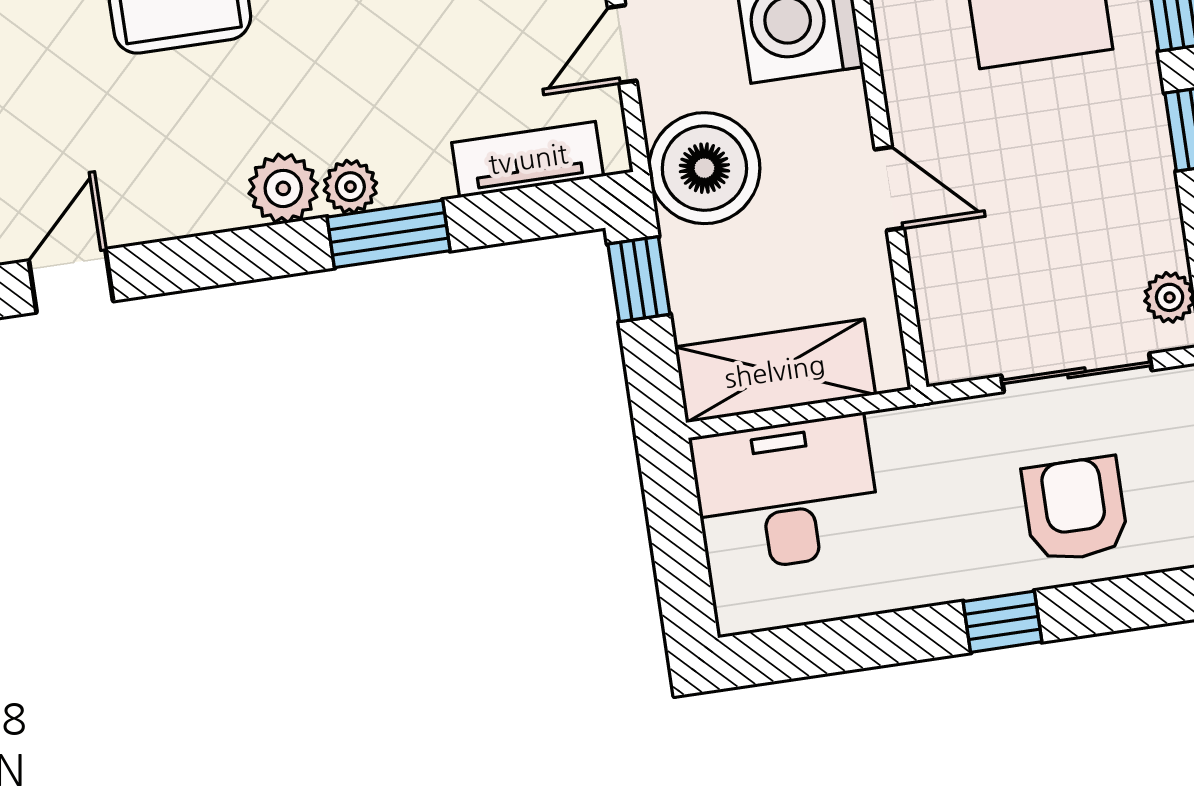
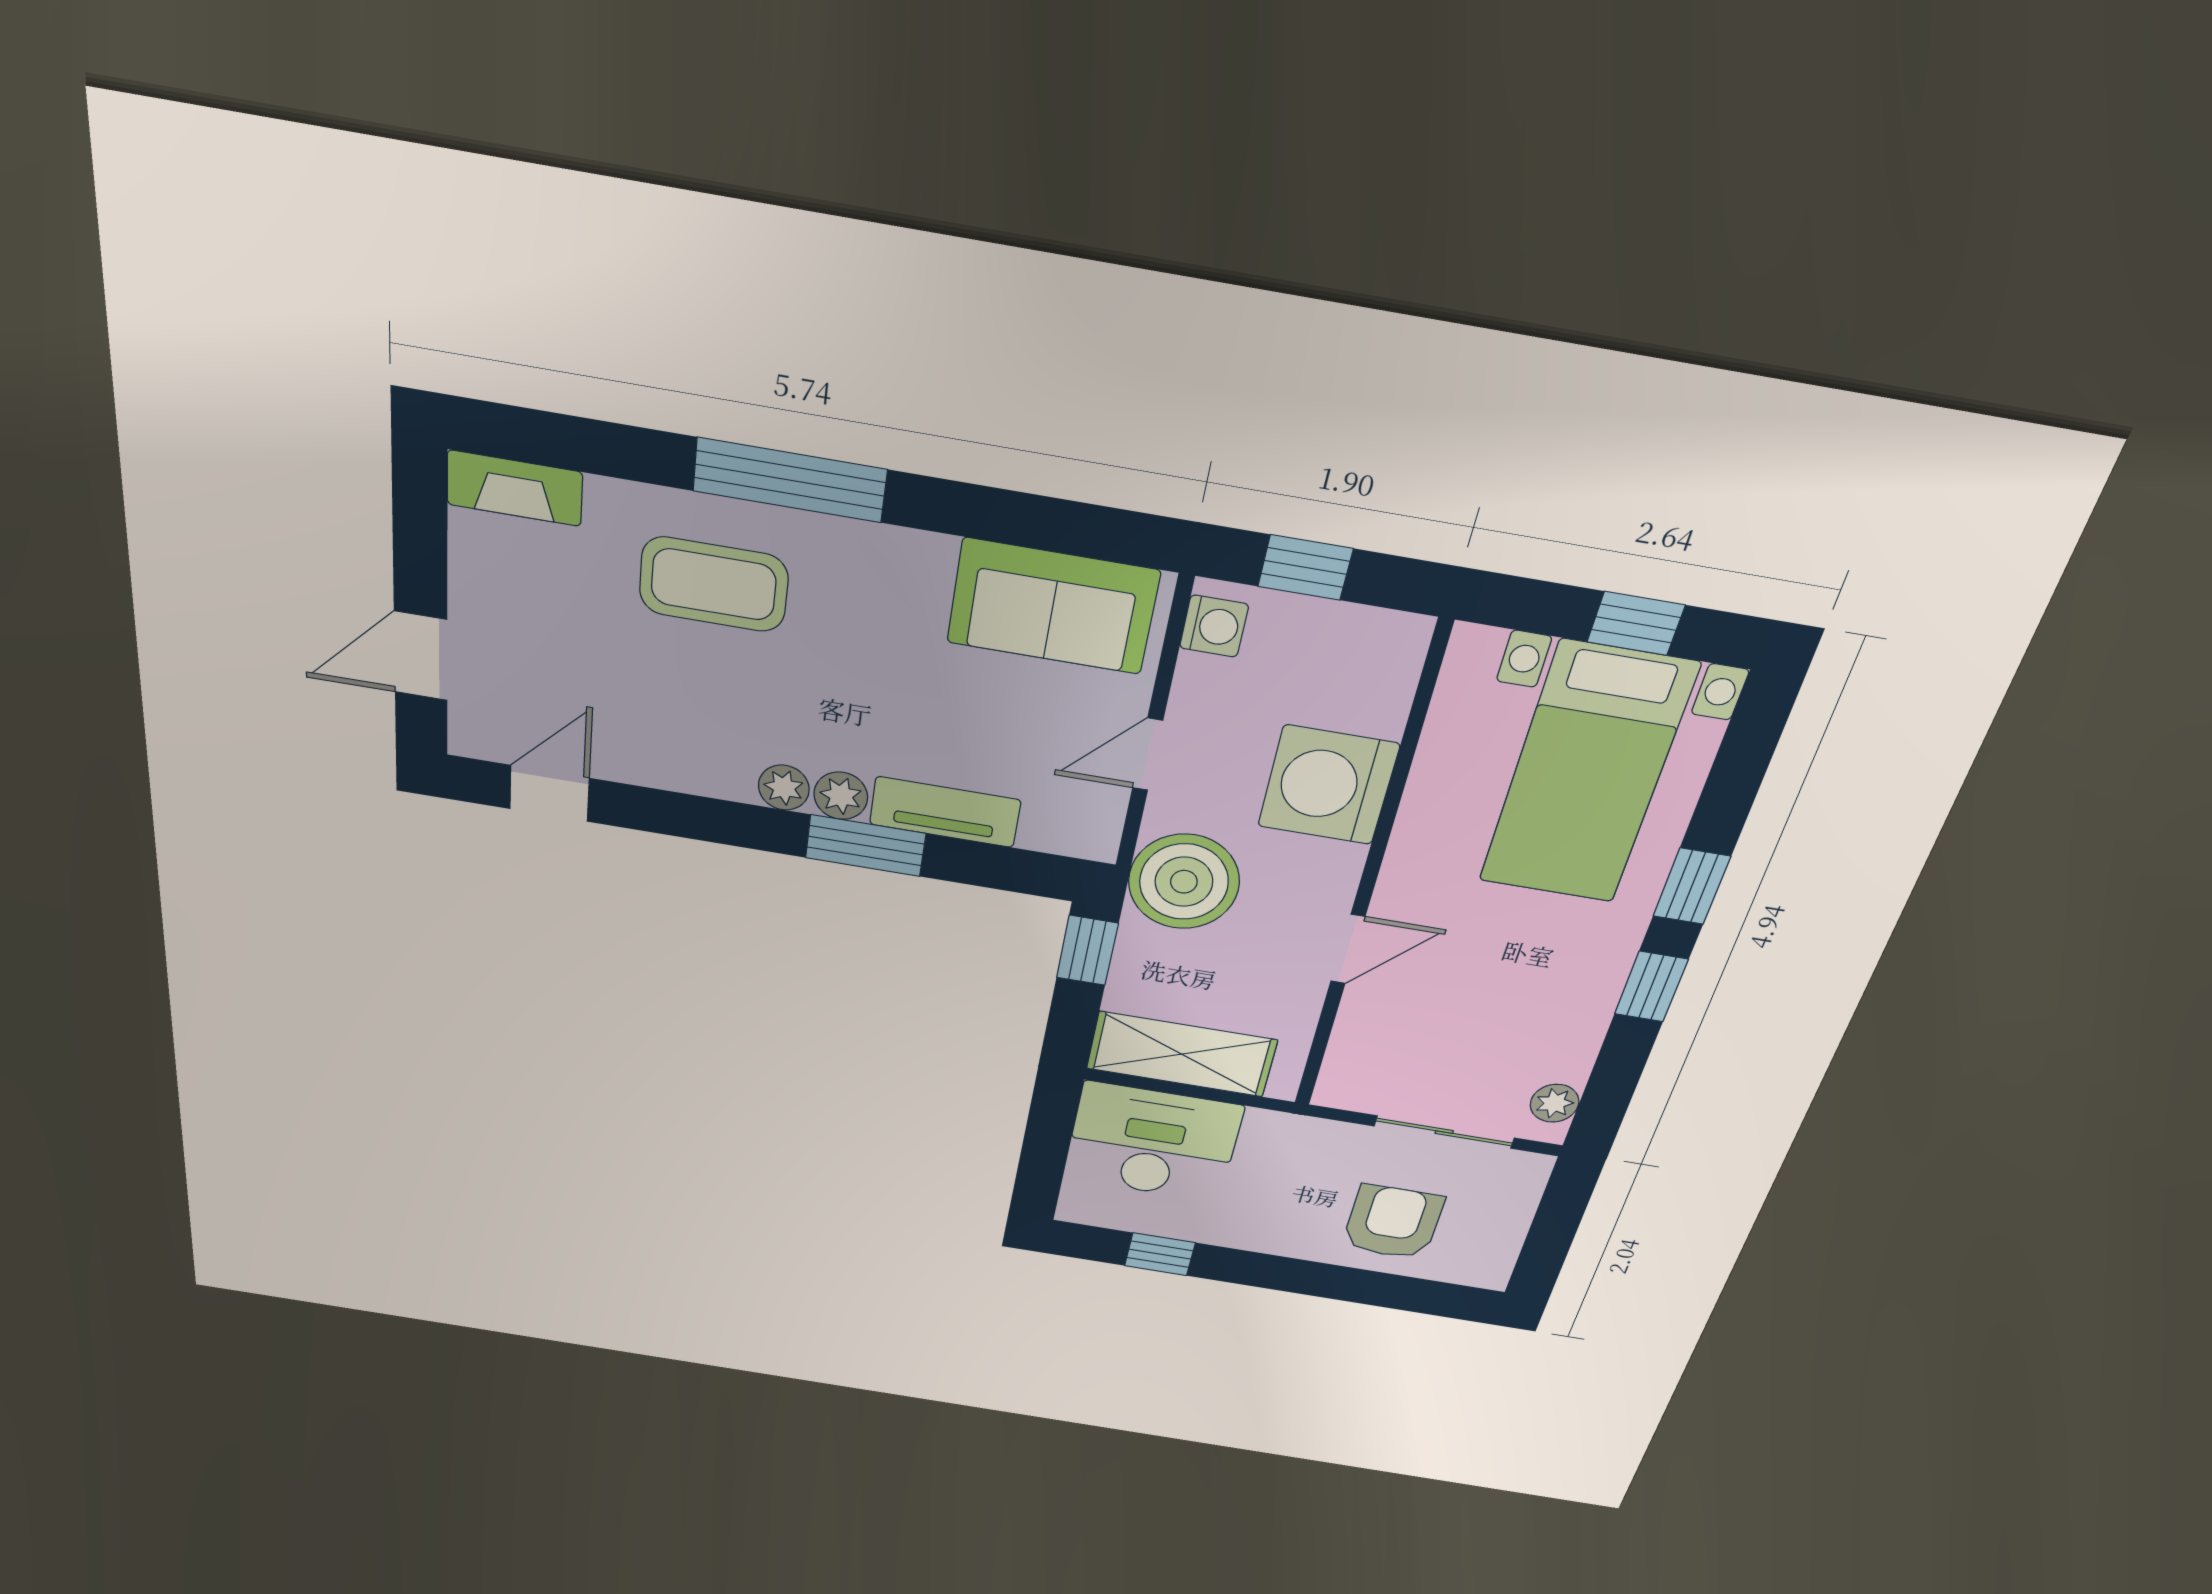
tv unit: (528, 159) -> (945, 812), moved
plant: (283, 188) -> (784, 788), width x0.73, depth x0.73
door: (889, 189) -> (1348, 949), hinge flipped
window: (1002, 622) -> (1160, 1254), moved

